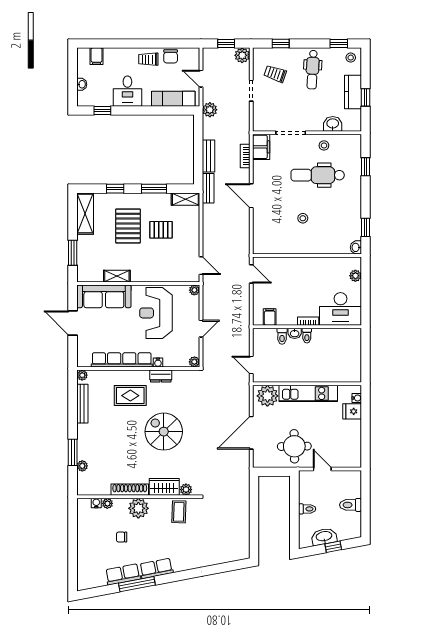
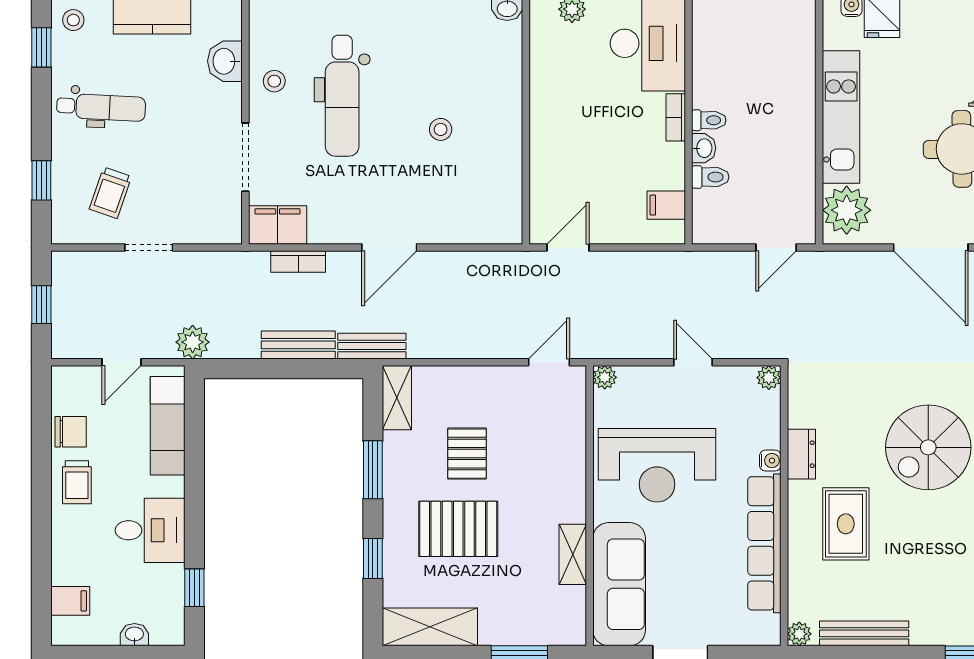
plant: (242, 55) -> (68, 268), removed

